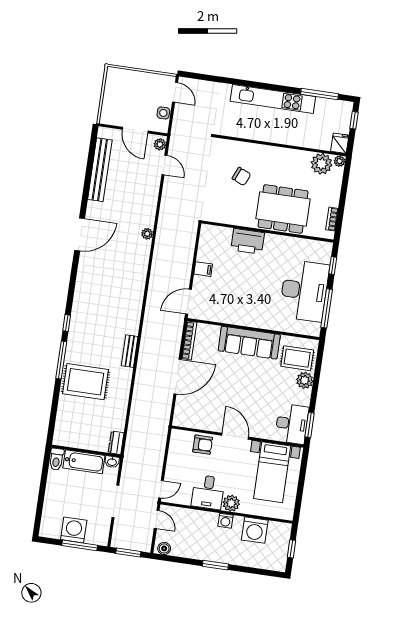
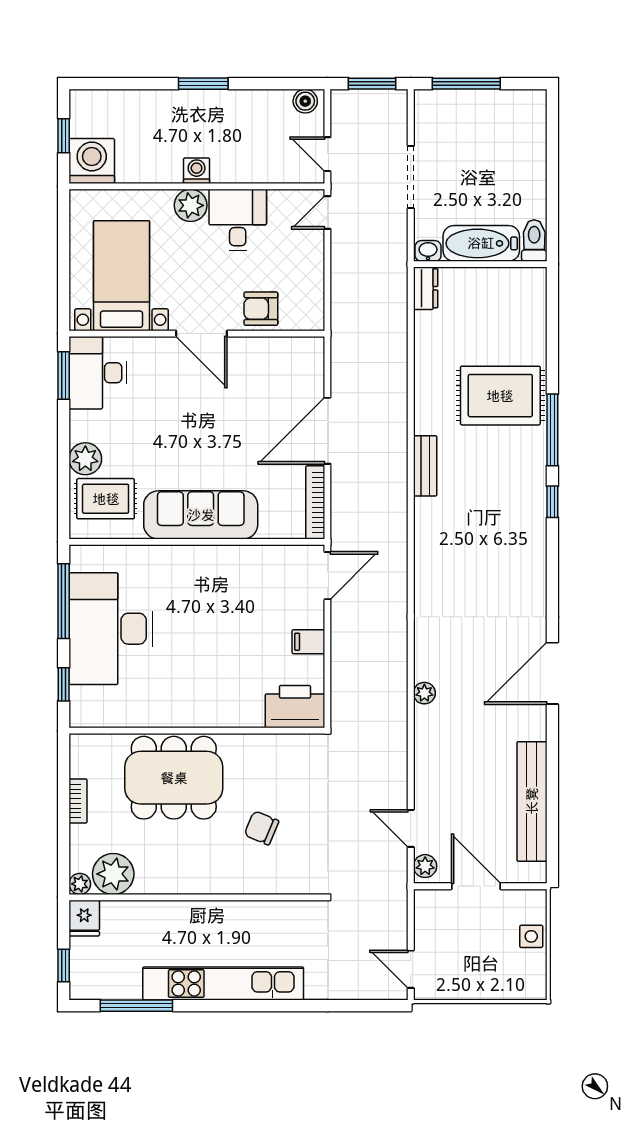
side table: (163, 113) -> (531, 936), moved
bookcase: (332, 219) -> (78, 801), moved
printer: (248, 241) -> (295, 707), moved
washing machine: (74, 530) -> (482, 111), removed
washing machine: (255, 530) -> (92, 161), moved

